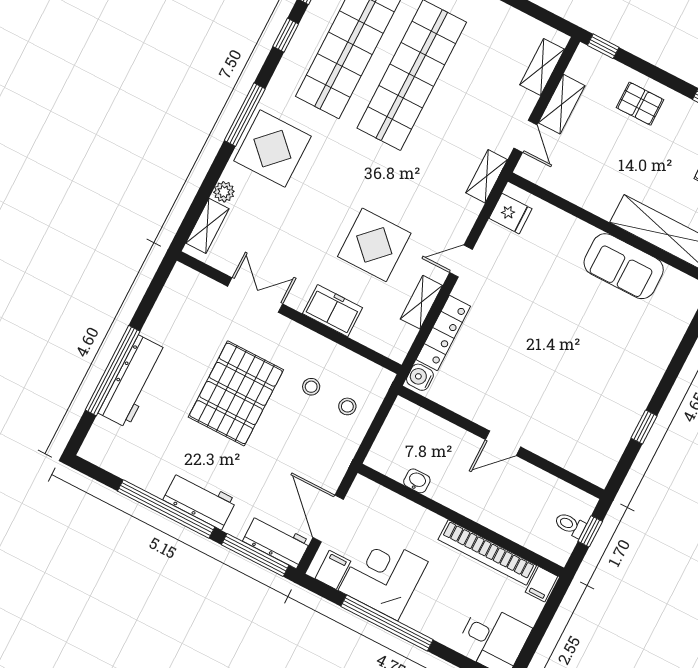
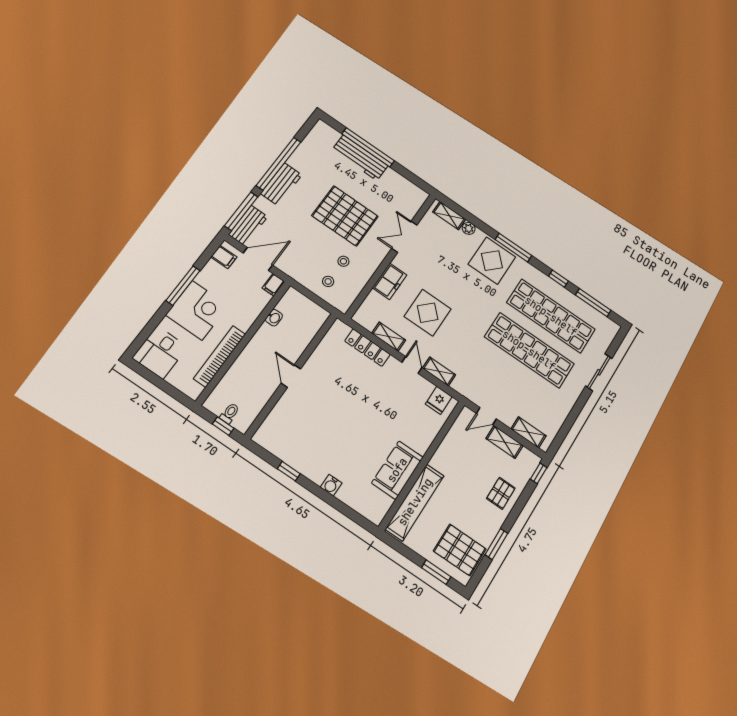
shelving: (487, 176) -> (439, 371), moved
double door: (255, 295) -> (404, 237), swing flipped
water cooler: (420, 377) -> (331, 485), moved, turned 180
corner desk: (383, 576) -> (197, 310), moved
filing cabinet: (542, 584) -> (273, 285), moved, turned -90
window: (387, 623) -> (183, 286), width x0.68

